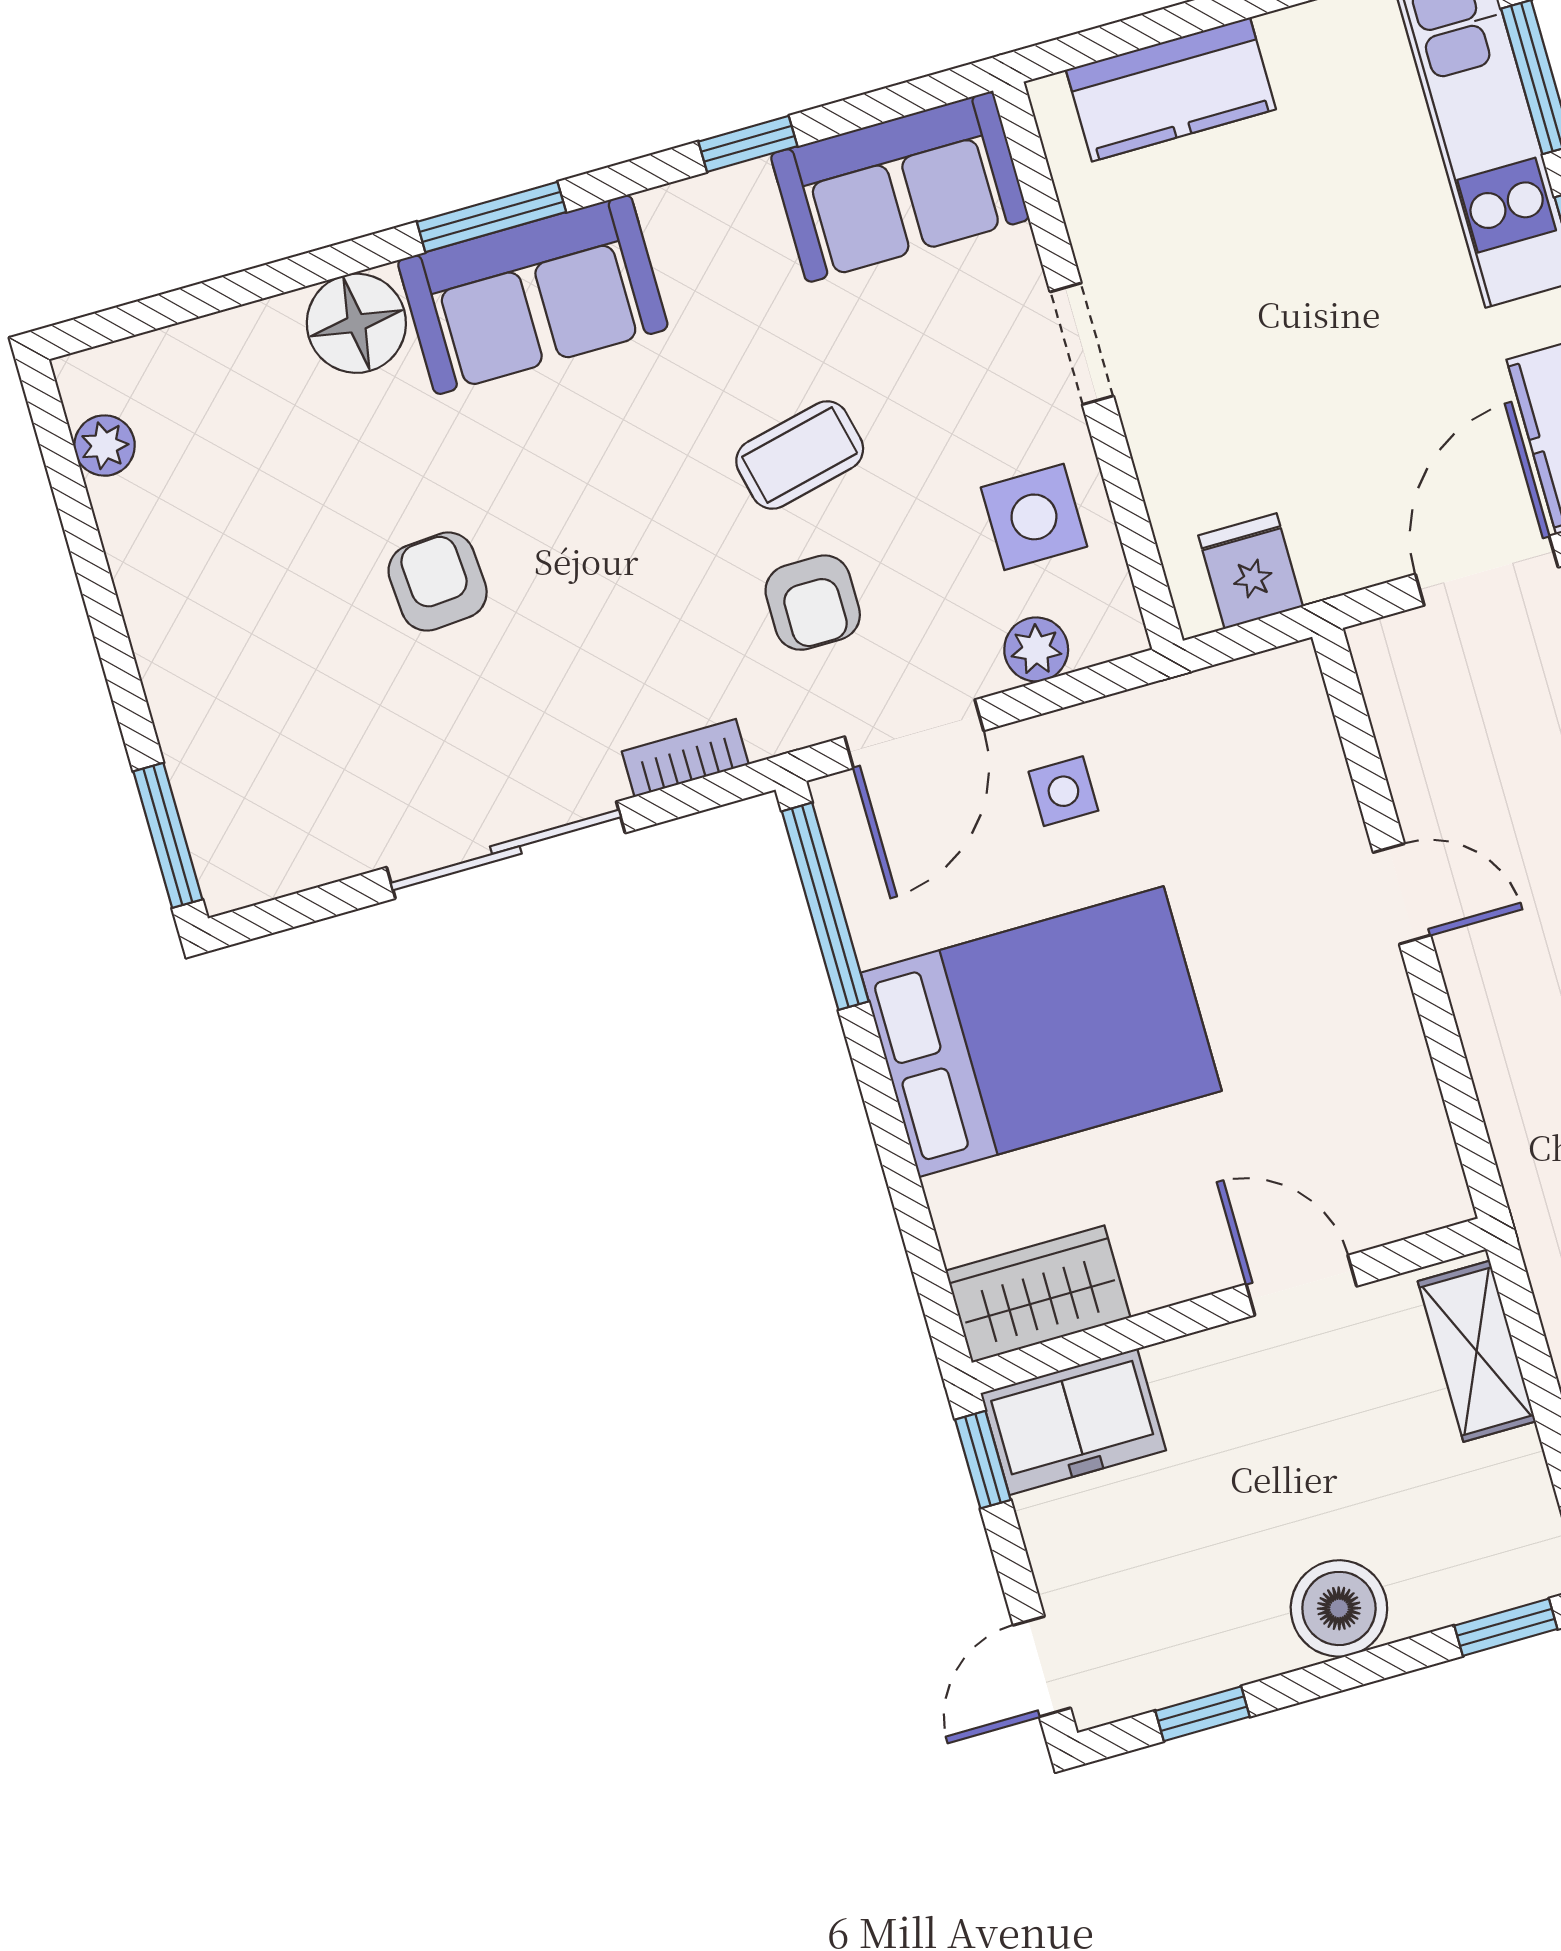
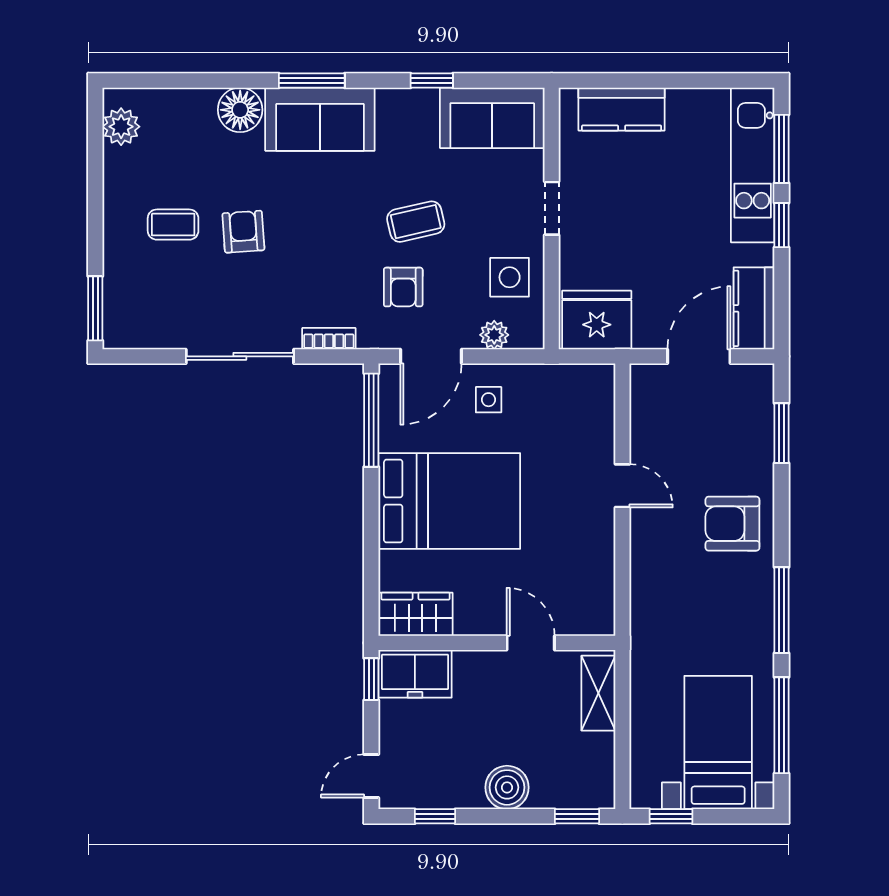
plant: (105, 446) -> (121, 127), width x1.38, depth x1.38
fridge: (1251, 571) -> (597, 320), width x1.88, depth x1.34
coffee table: (283, 609) -> (173, 225), added

